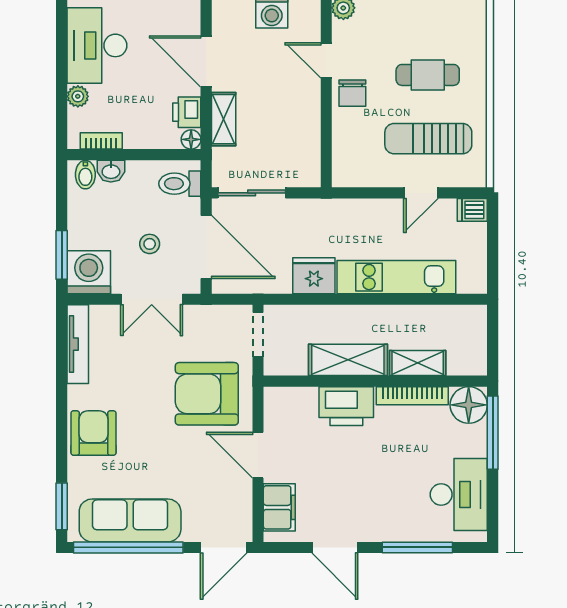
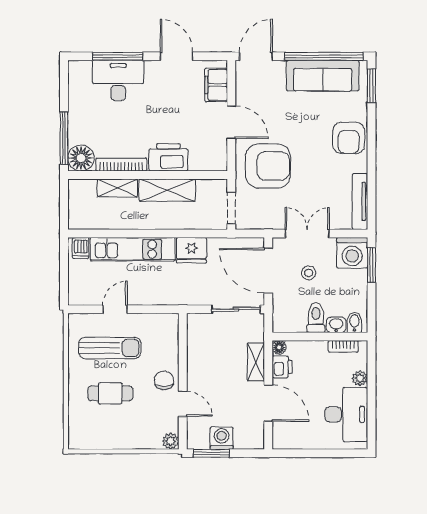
toilet: (180, 184) -> (316, 318), moved, turned -90
dishwasher: (472, 210) -> (81, 248), moved, turned 90
desk: (459, 494) -> (118, 80), moved, turned 90

